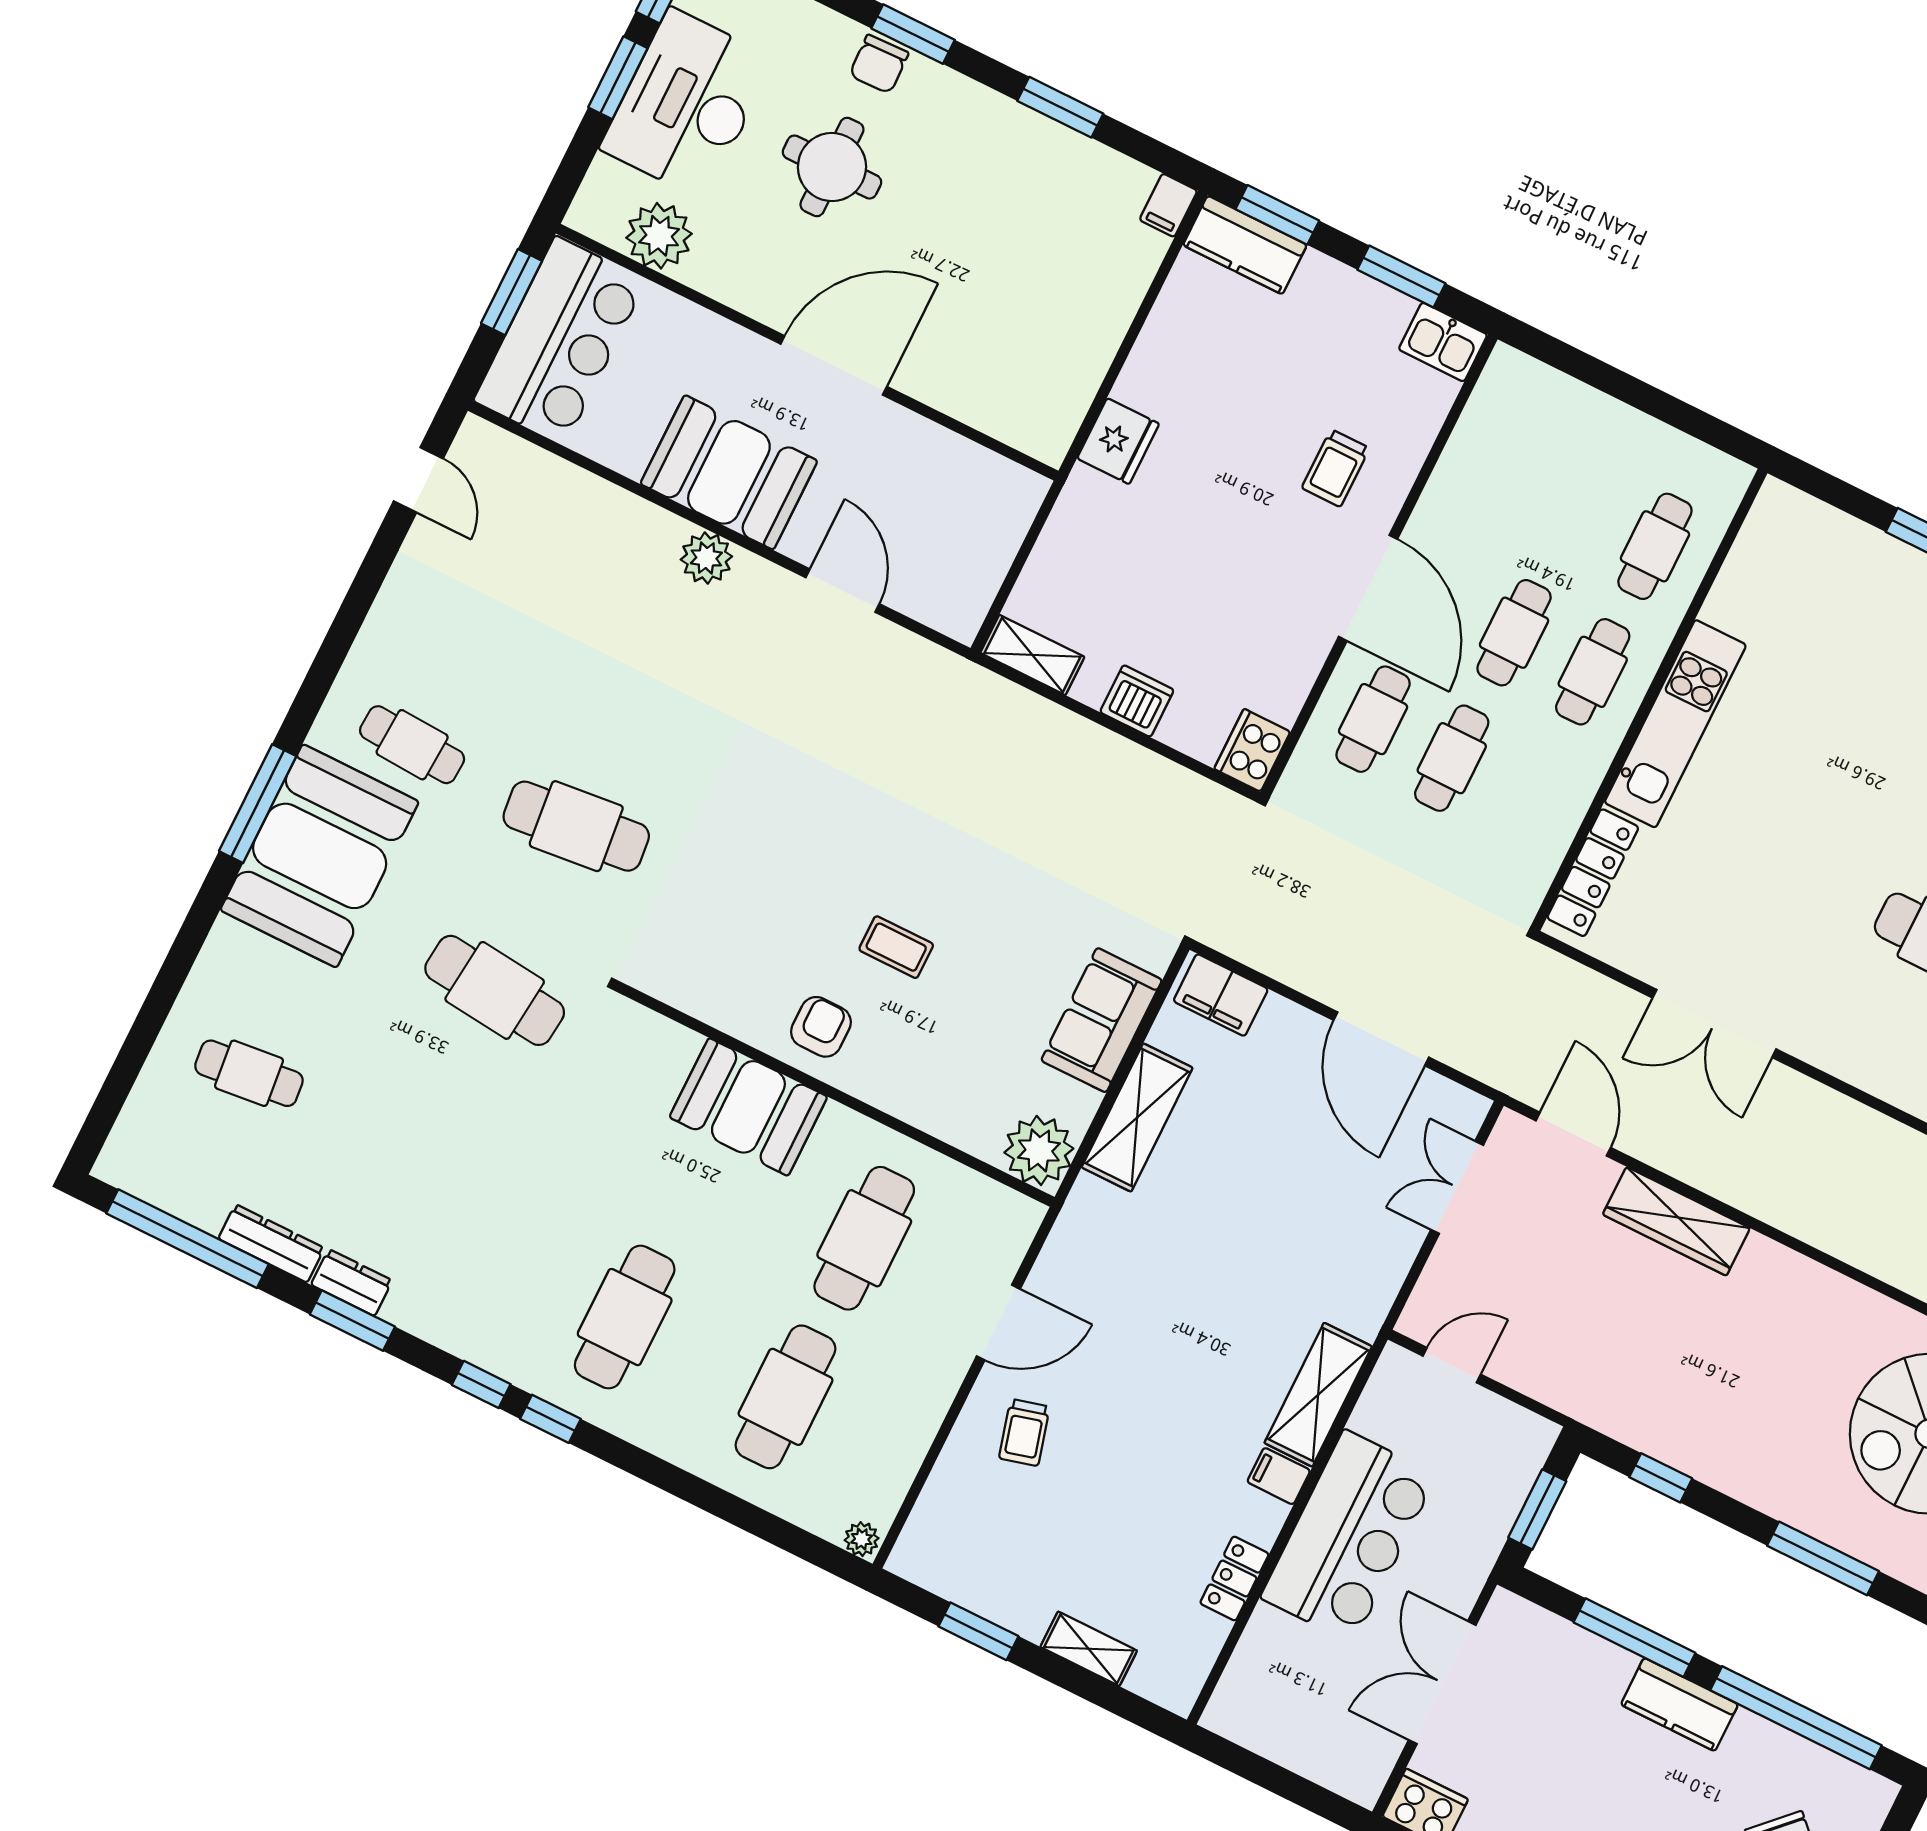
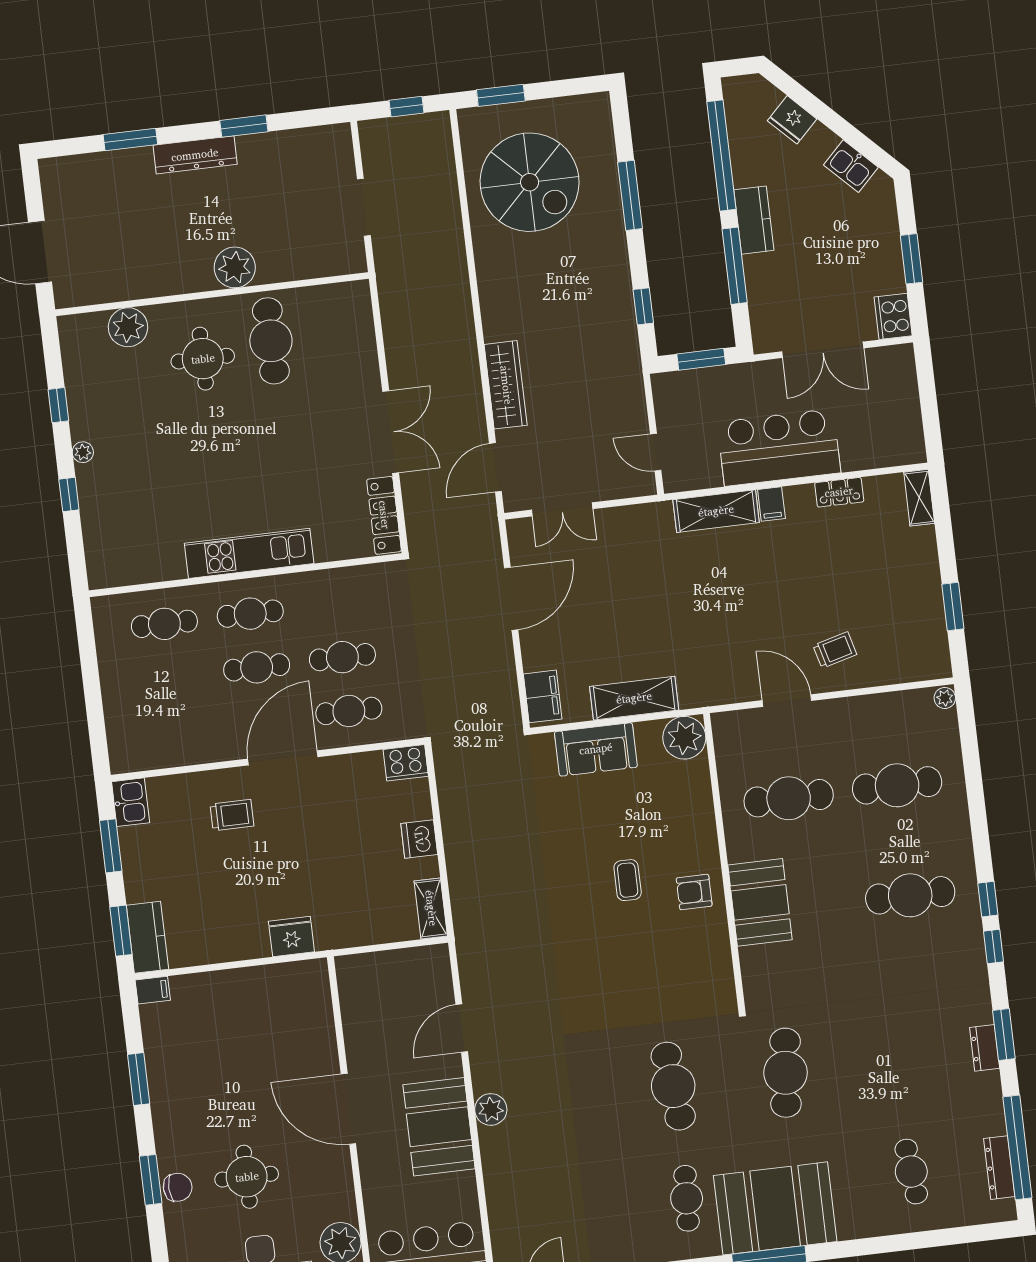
locker: (1593, 873) -> (384, 515), moved, turned -90
dresser: (271, 1243) -> (999, 1168), moved
shelving: (1089, 1649) -> (919, 498), moved

